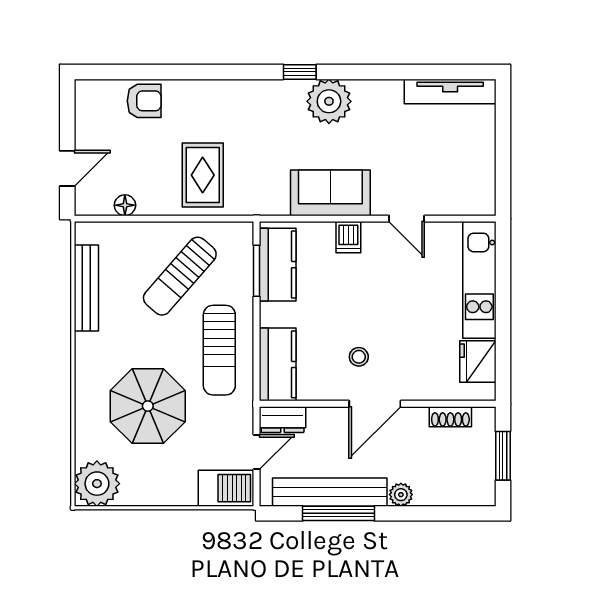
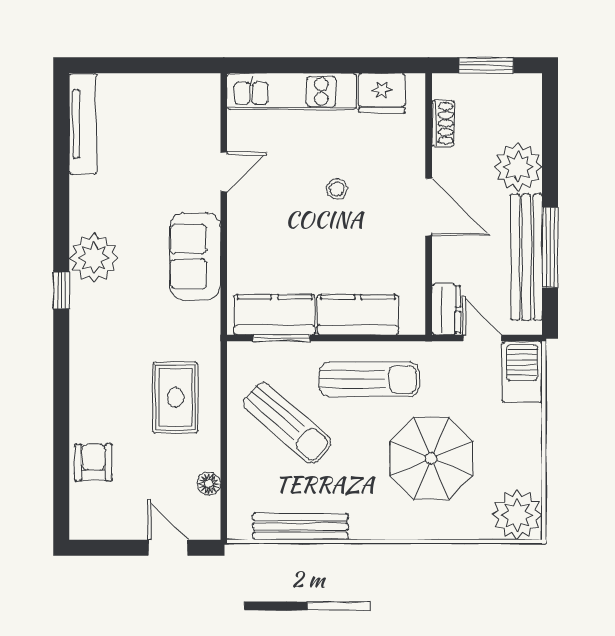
rug: (203, 175) -> (175, 398), turned 90
dishwasher: (348, 237) -> (244, 236), removed
stool: (359, 357) -> (337, 189), moved
kitchen counter: (278, 364) -> (358, 315), moved
plant: (401, 495) -> (518, 167), width x1.88, depth x1.88

